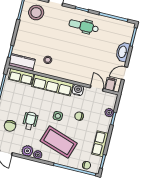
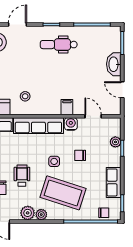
door: (124, 73) -> (122, 90), hinge flipped
filing cabinet: (110, 84) -> (67, 107), moved

